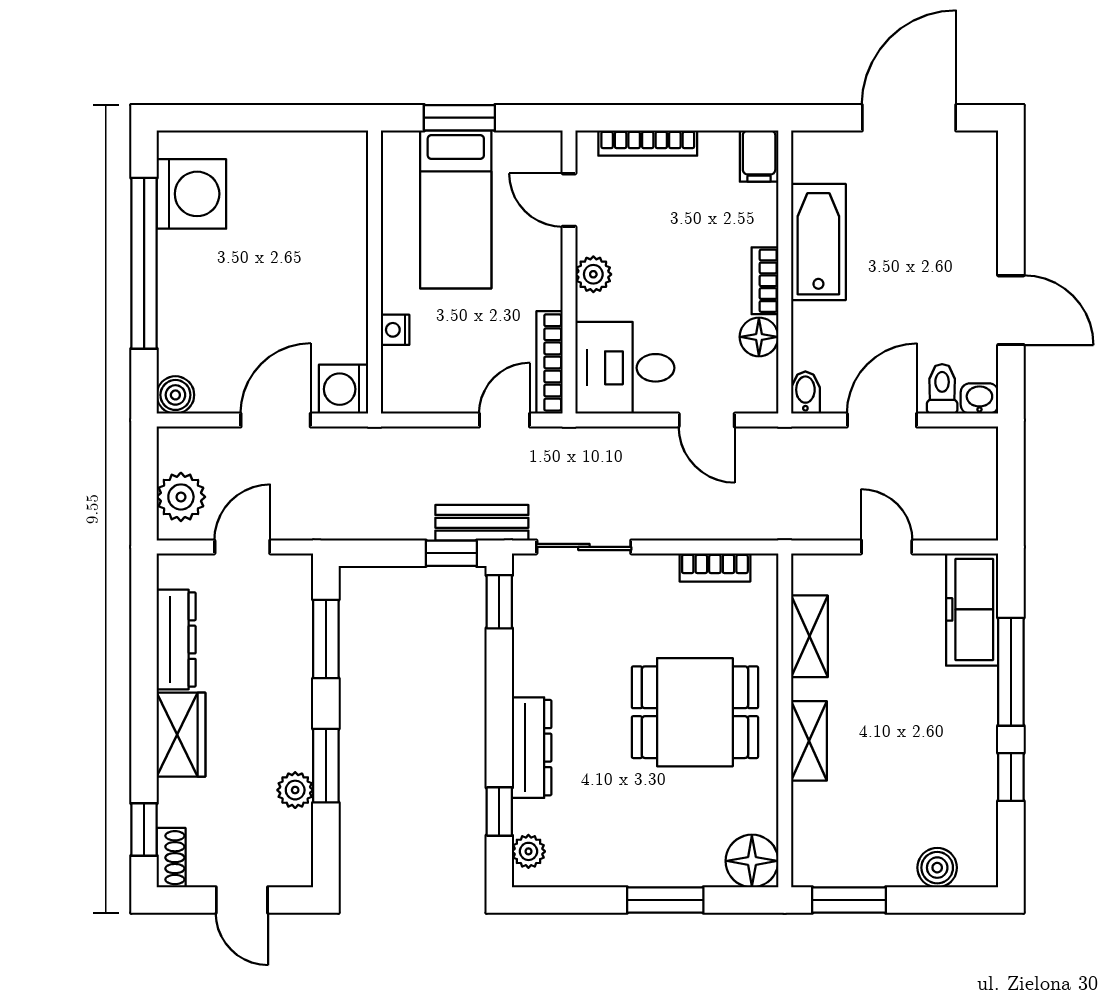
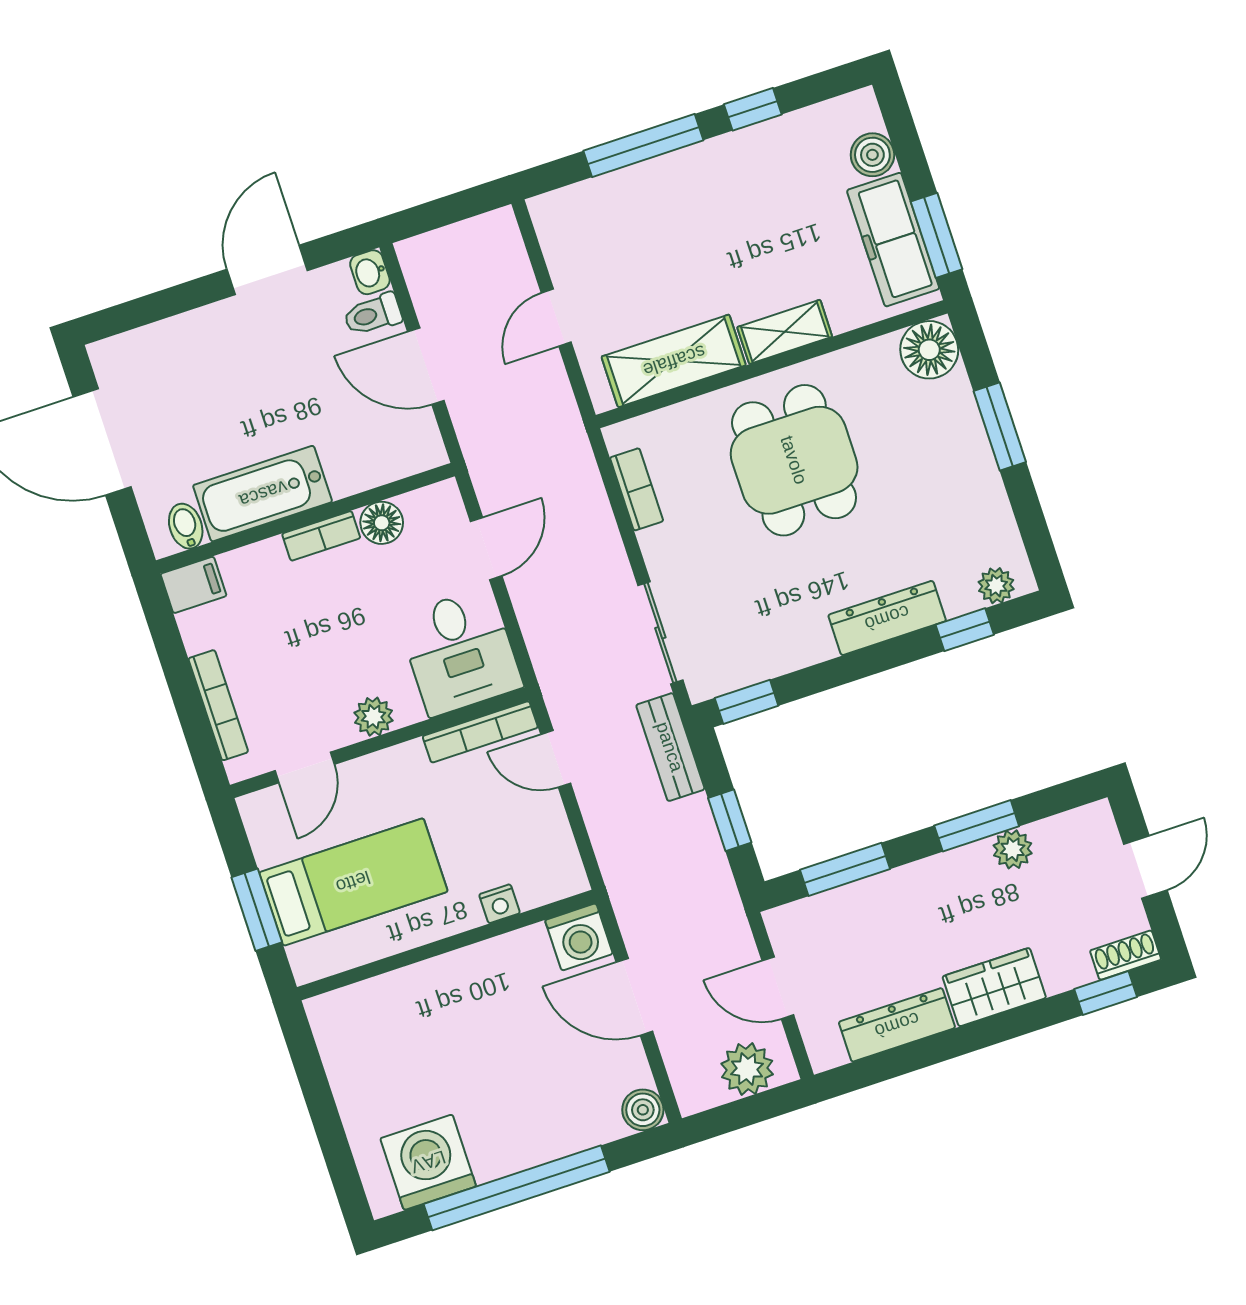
bidet: (805, 393) -> (186, 526), moved, turned 90
window: (451, 553) -> (730, 820), moved
freezer: (972, 609) -> (893, 240), moved, turned 90
shelving: (809, 636) -> (674, 361), width x1.50, depth x1.33

